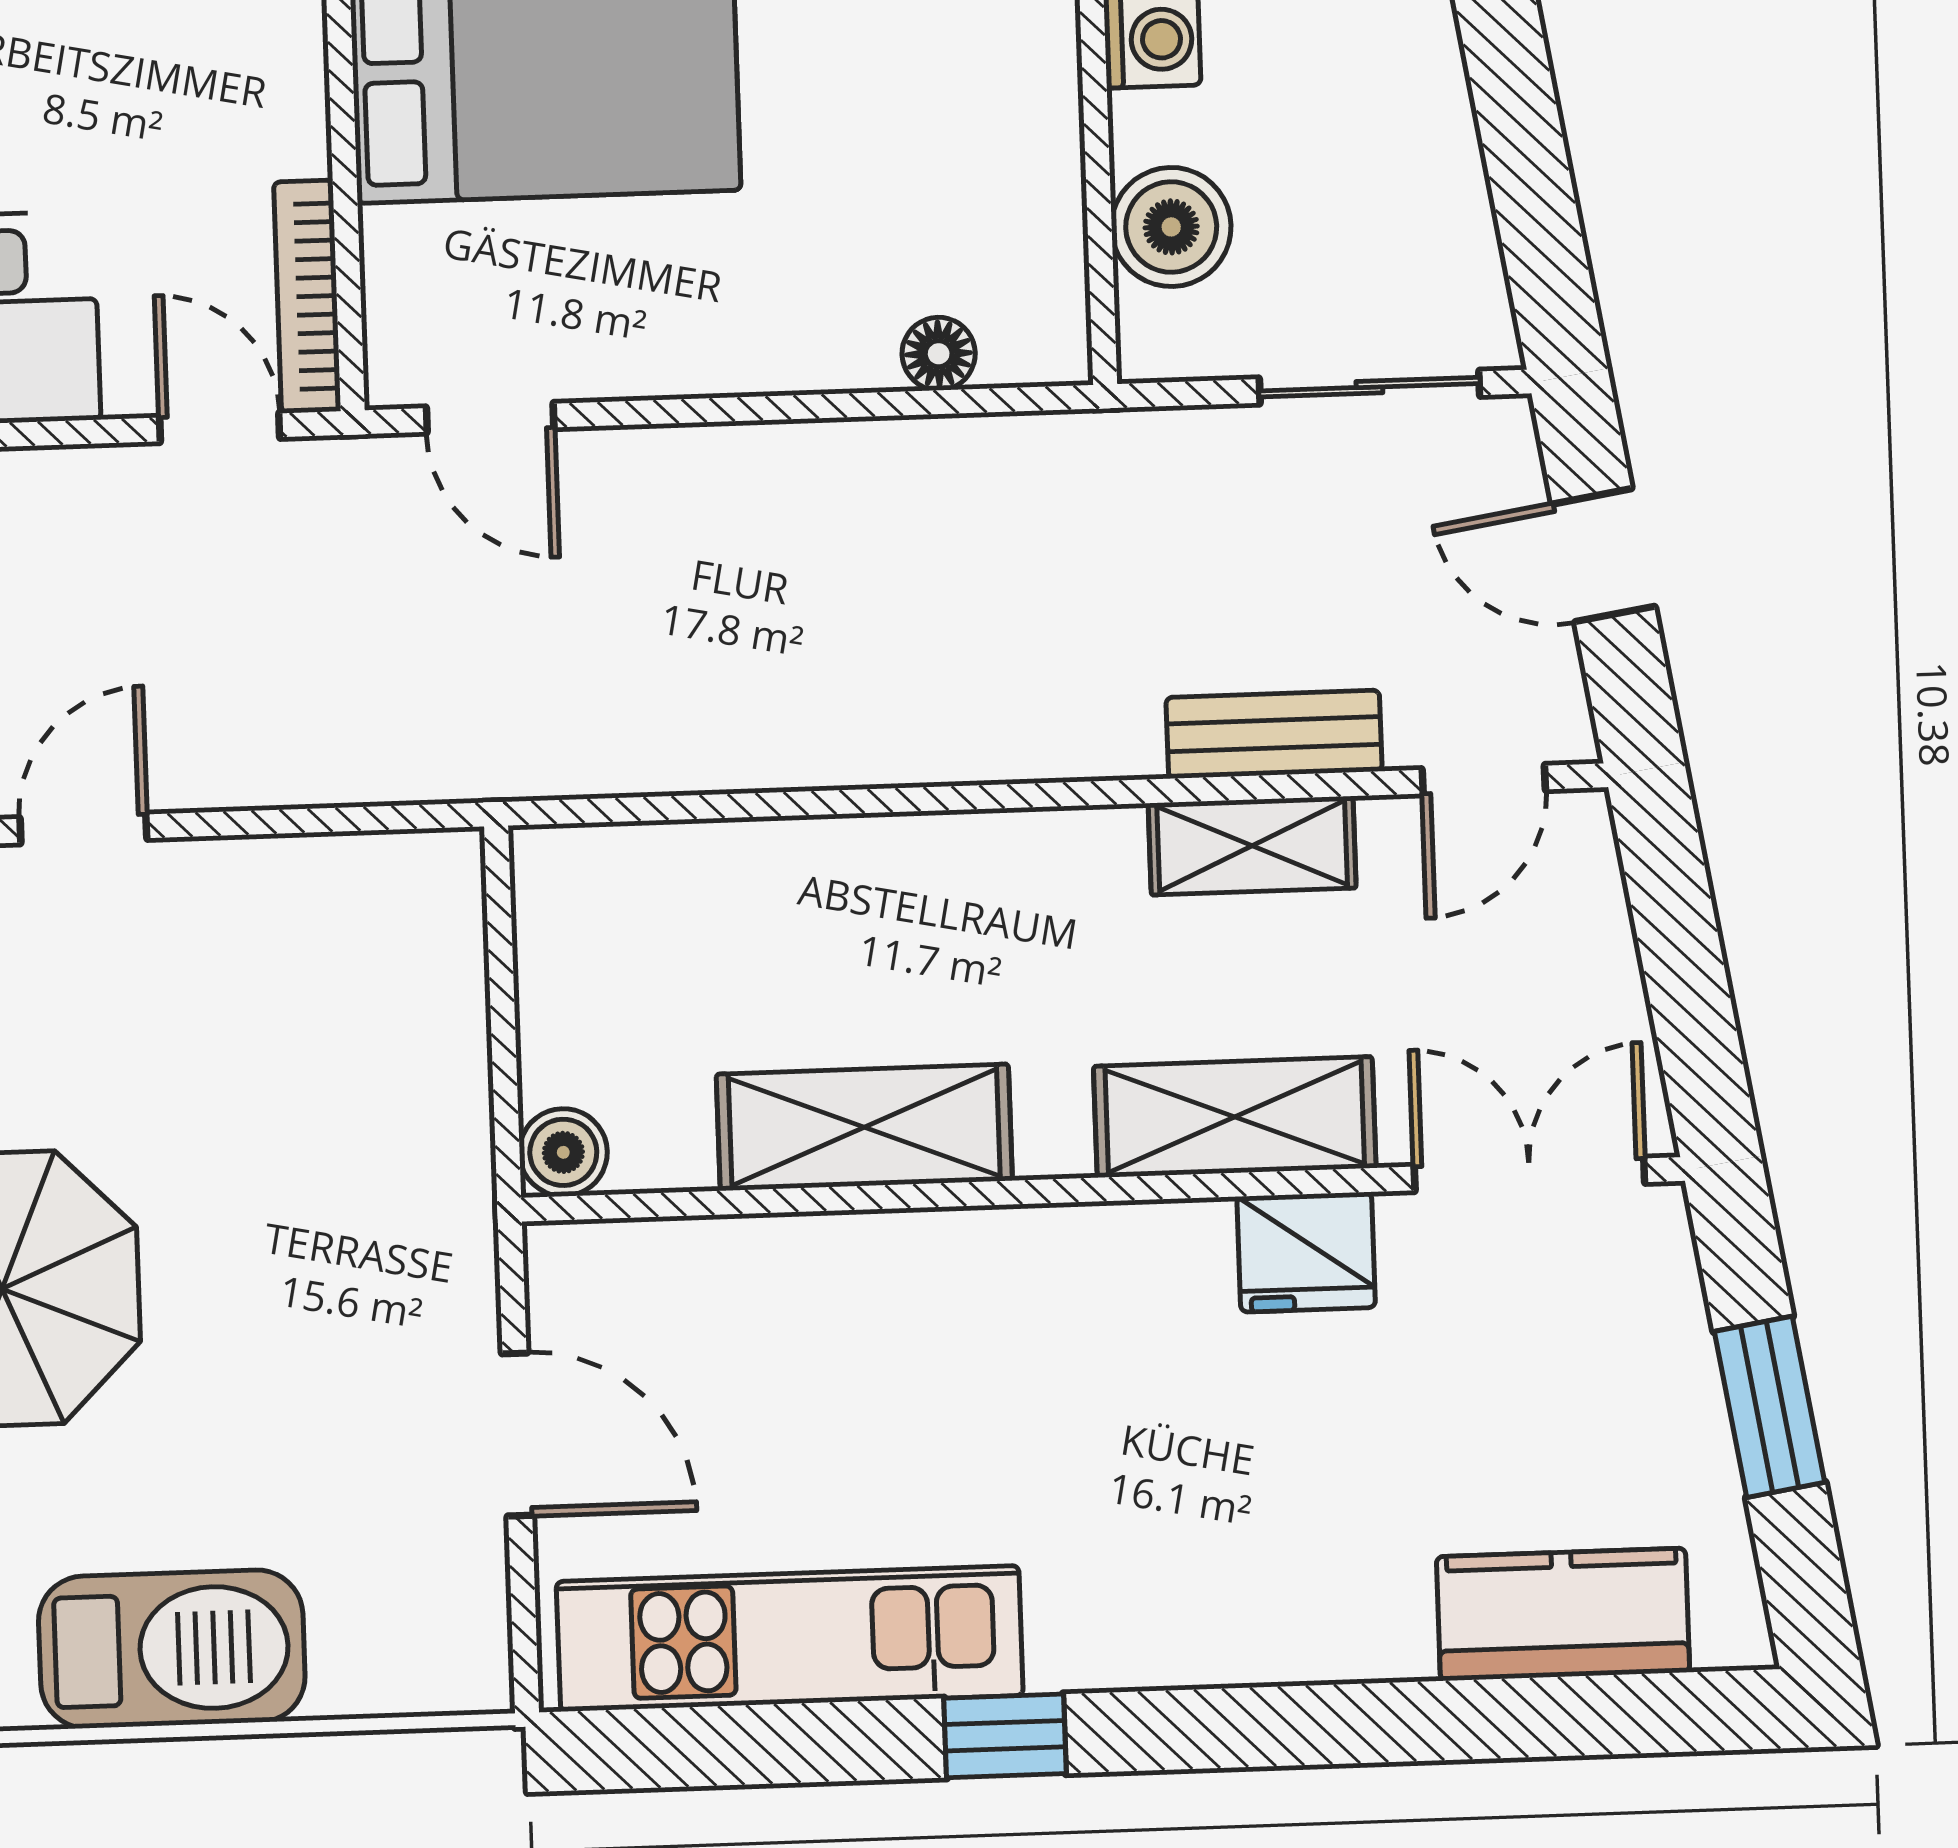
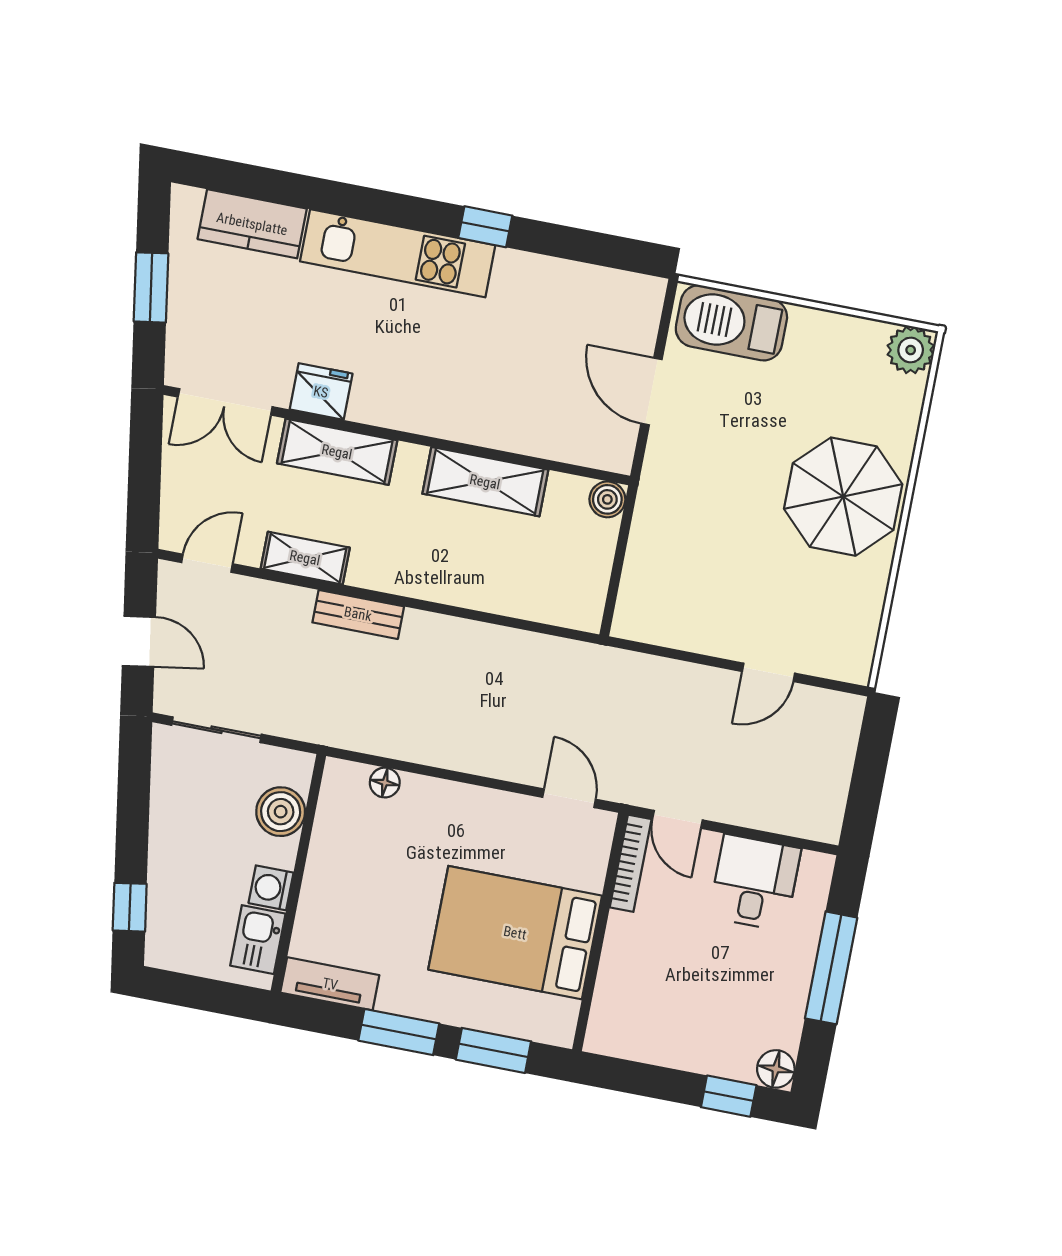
bench: (1274, 734) -> (358, 614), moved
kitchen unit: (790, 1638) -> (398, 253), moved
barbecue: (172, 1649) -> (731, 323), moved

